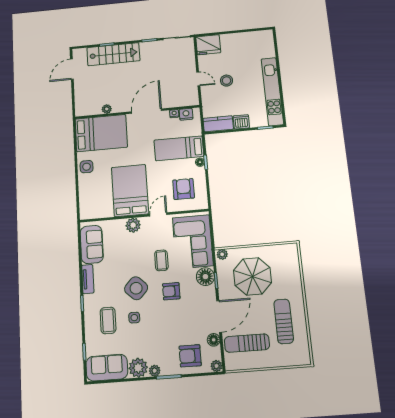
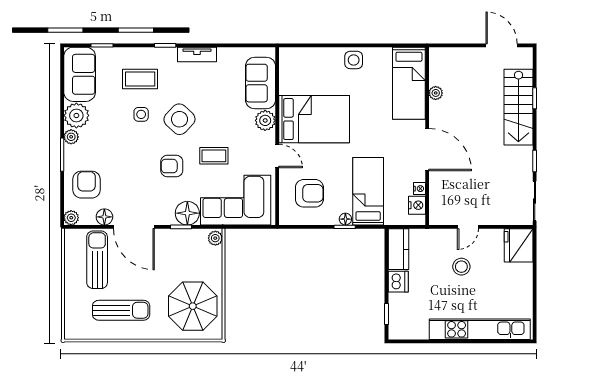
kitchen unit: (272, 91) -> (480, 329), moved
bed: (101, 133) -> (409, 83), width x0.67
sofa: (92, 244) -> (260, 83), moved, turned 90
parasol: (252, 276) -> (193, 306), moved
armchair: (171, 291) -> (172, 166), turned -90

